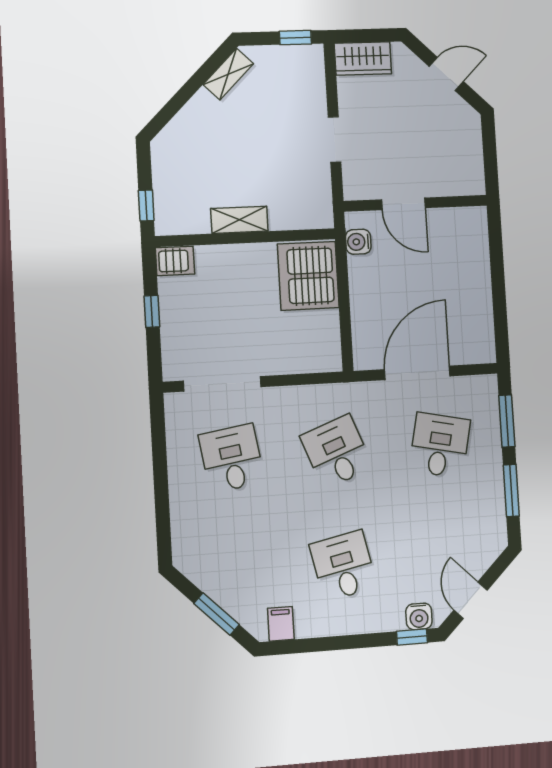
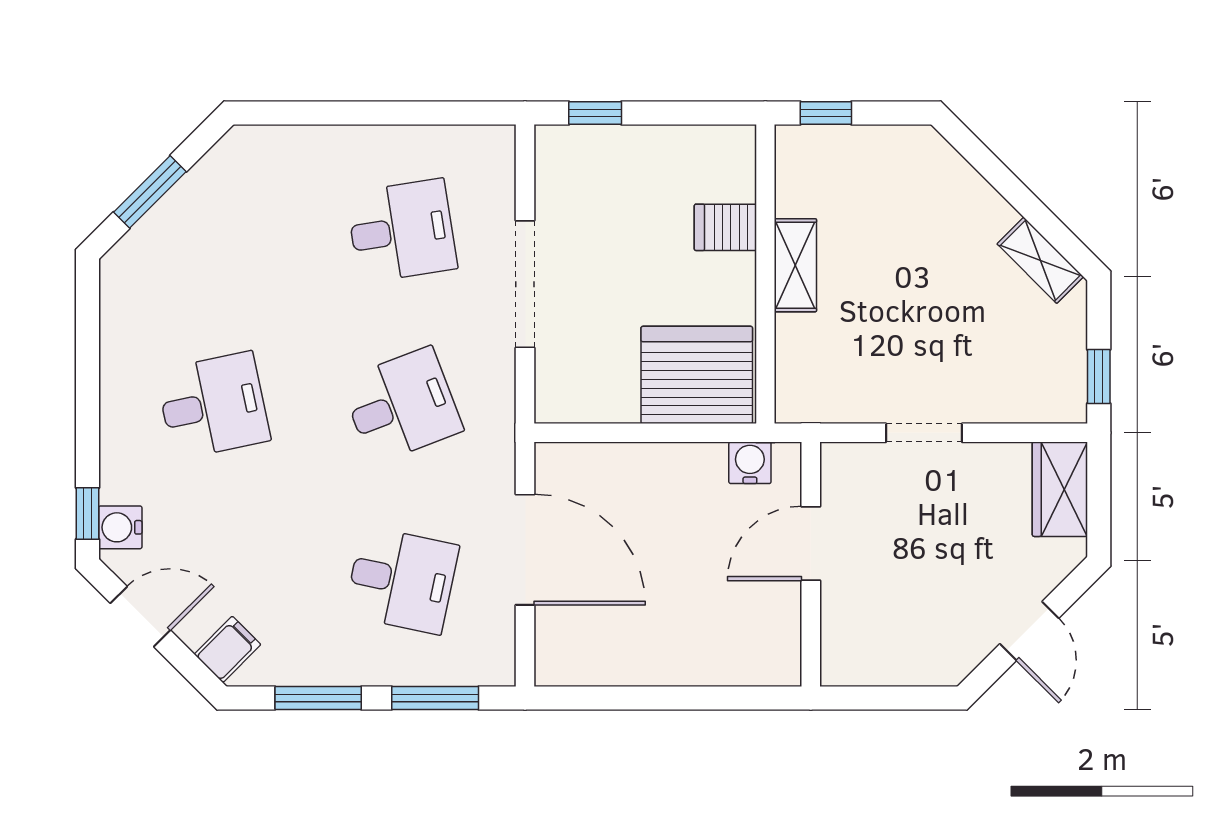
server rack: (175, 261) -> (725, 227), moved, turned 90
window: (152, 311) -> (595, 113), moved
doorway: (222, 384) -> (525, 284), moved
filing cabinet: (281, 624) -> (227, 649), moved, turned -45

